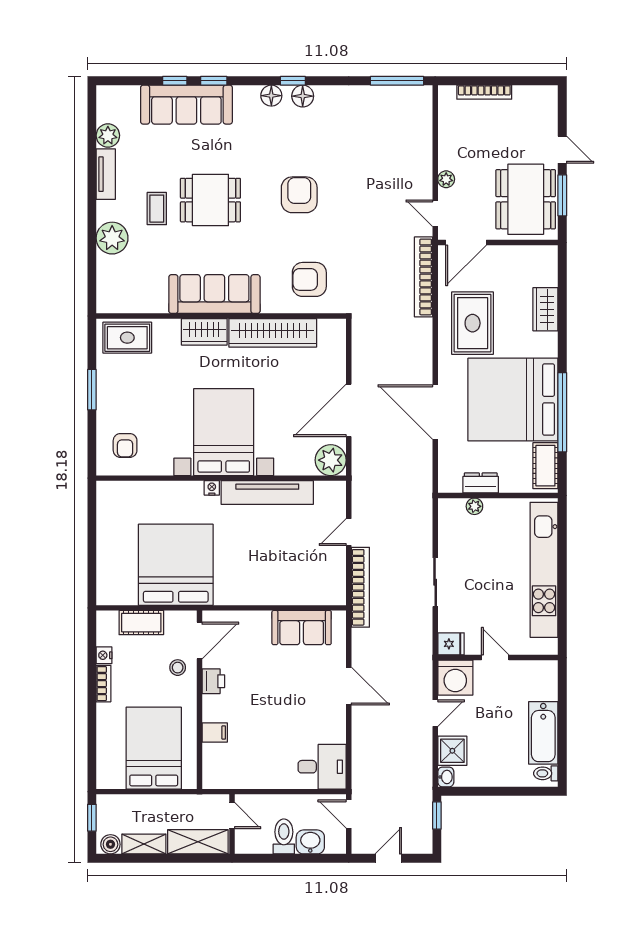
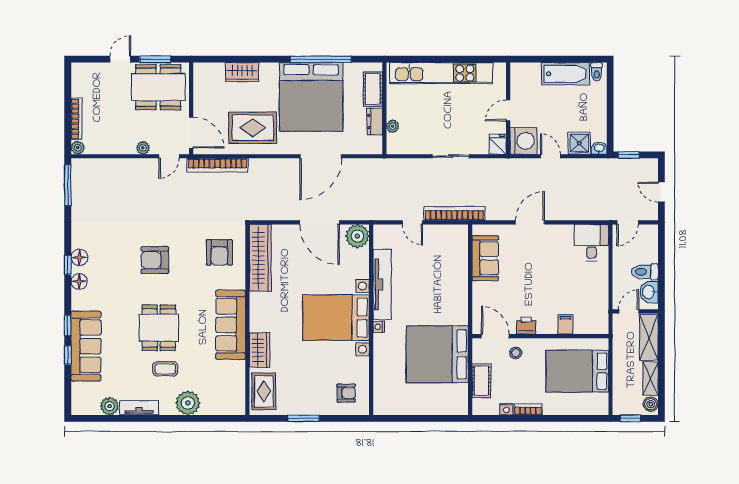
plant: (446, 94) -> (78, 148), added
wardrobe: (204, 332) -> (259, 350), moved
wardrobe: (273, 333) -> (260, 258), moved
cot: (545, 466) -> (373, 89), moved, turned 90
washbasin: (310, 842) -> (649, 292), moved

